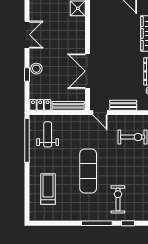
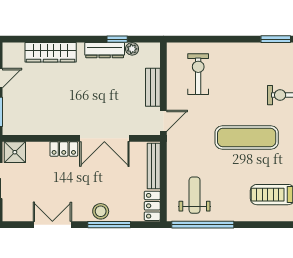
locker: (80, 43) -> (64, 149), added
window: (27, 75) -> (109, 225), width x2.17
weight bench: (48, 134) -> (195, 195), turned 90

